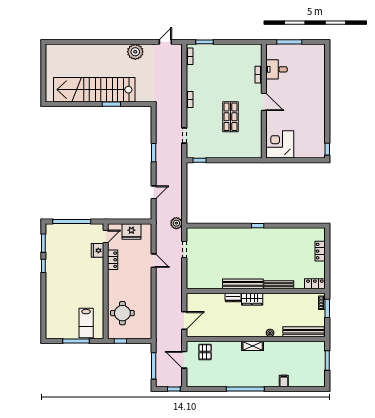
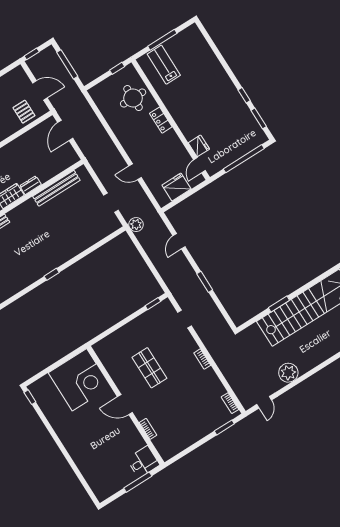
desk: (276, 69) -> (143, 462), moved
corner desk: (280, 144) -> (79, 380), width x1.36, depth x1.36
locker: (113, 260) -> (161, 120), moved
bench: (243, 284) -> (56, 188), moved

